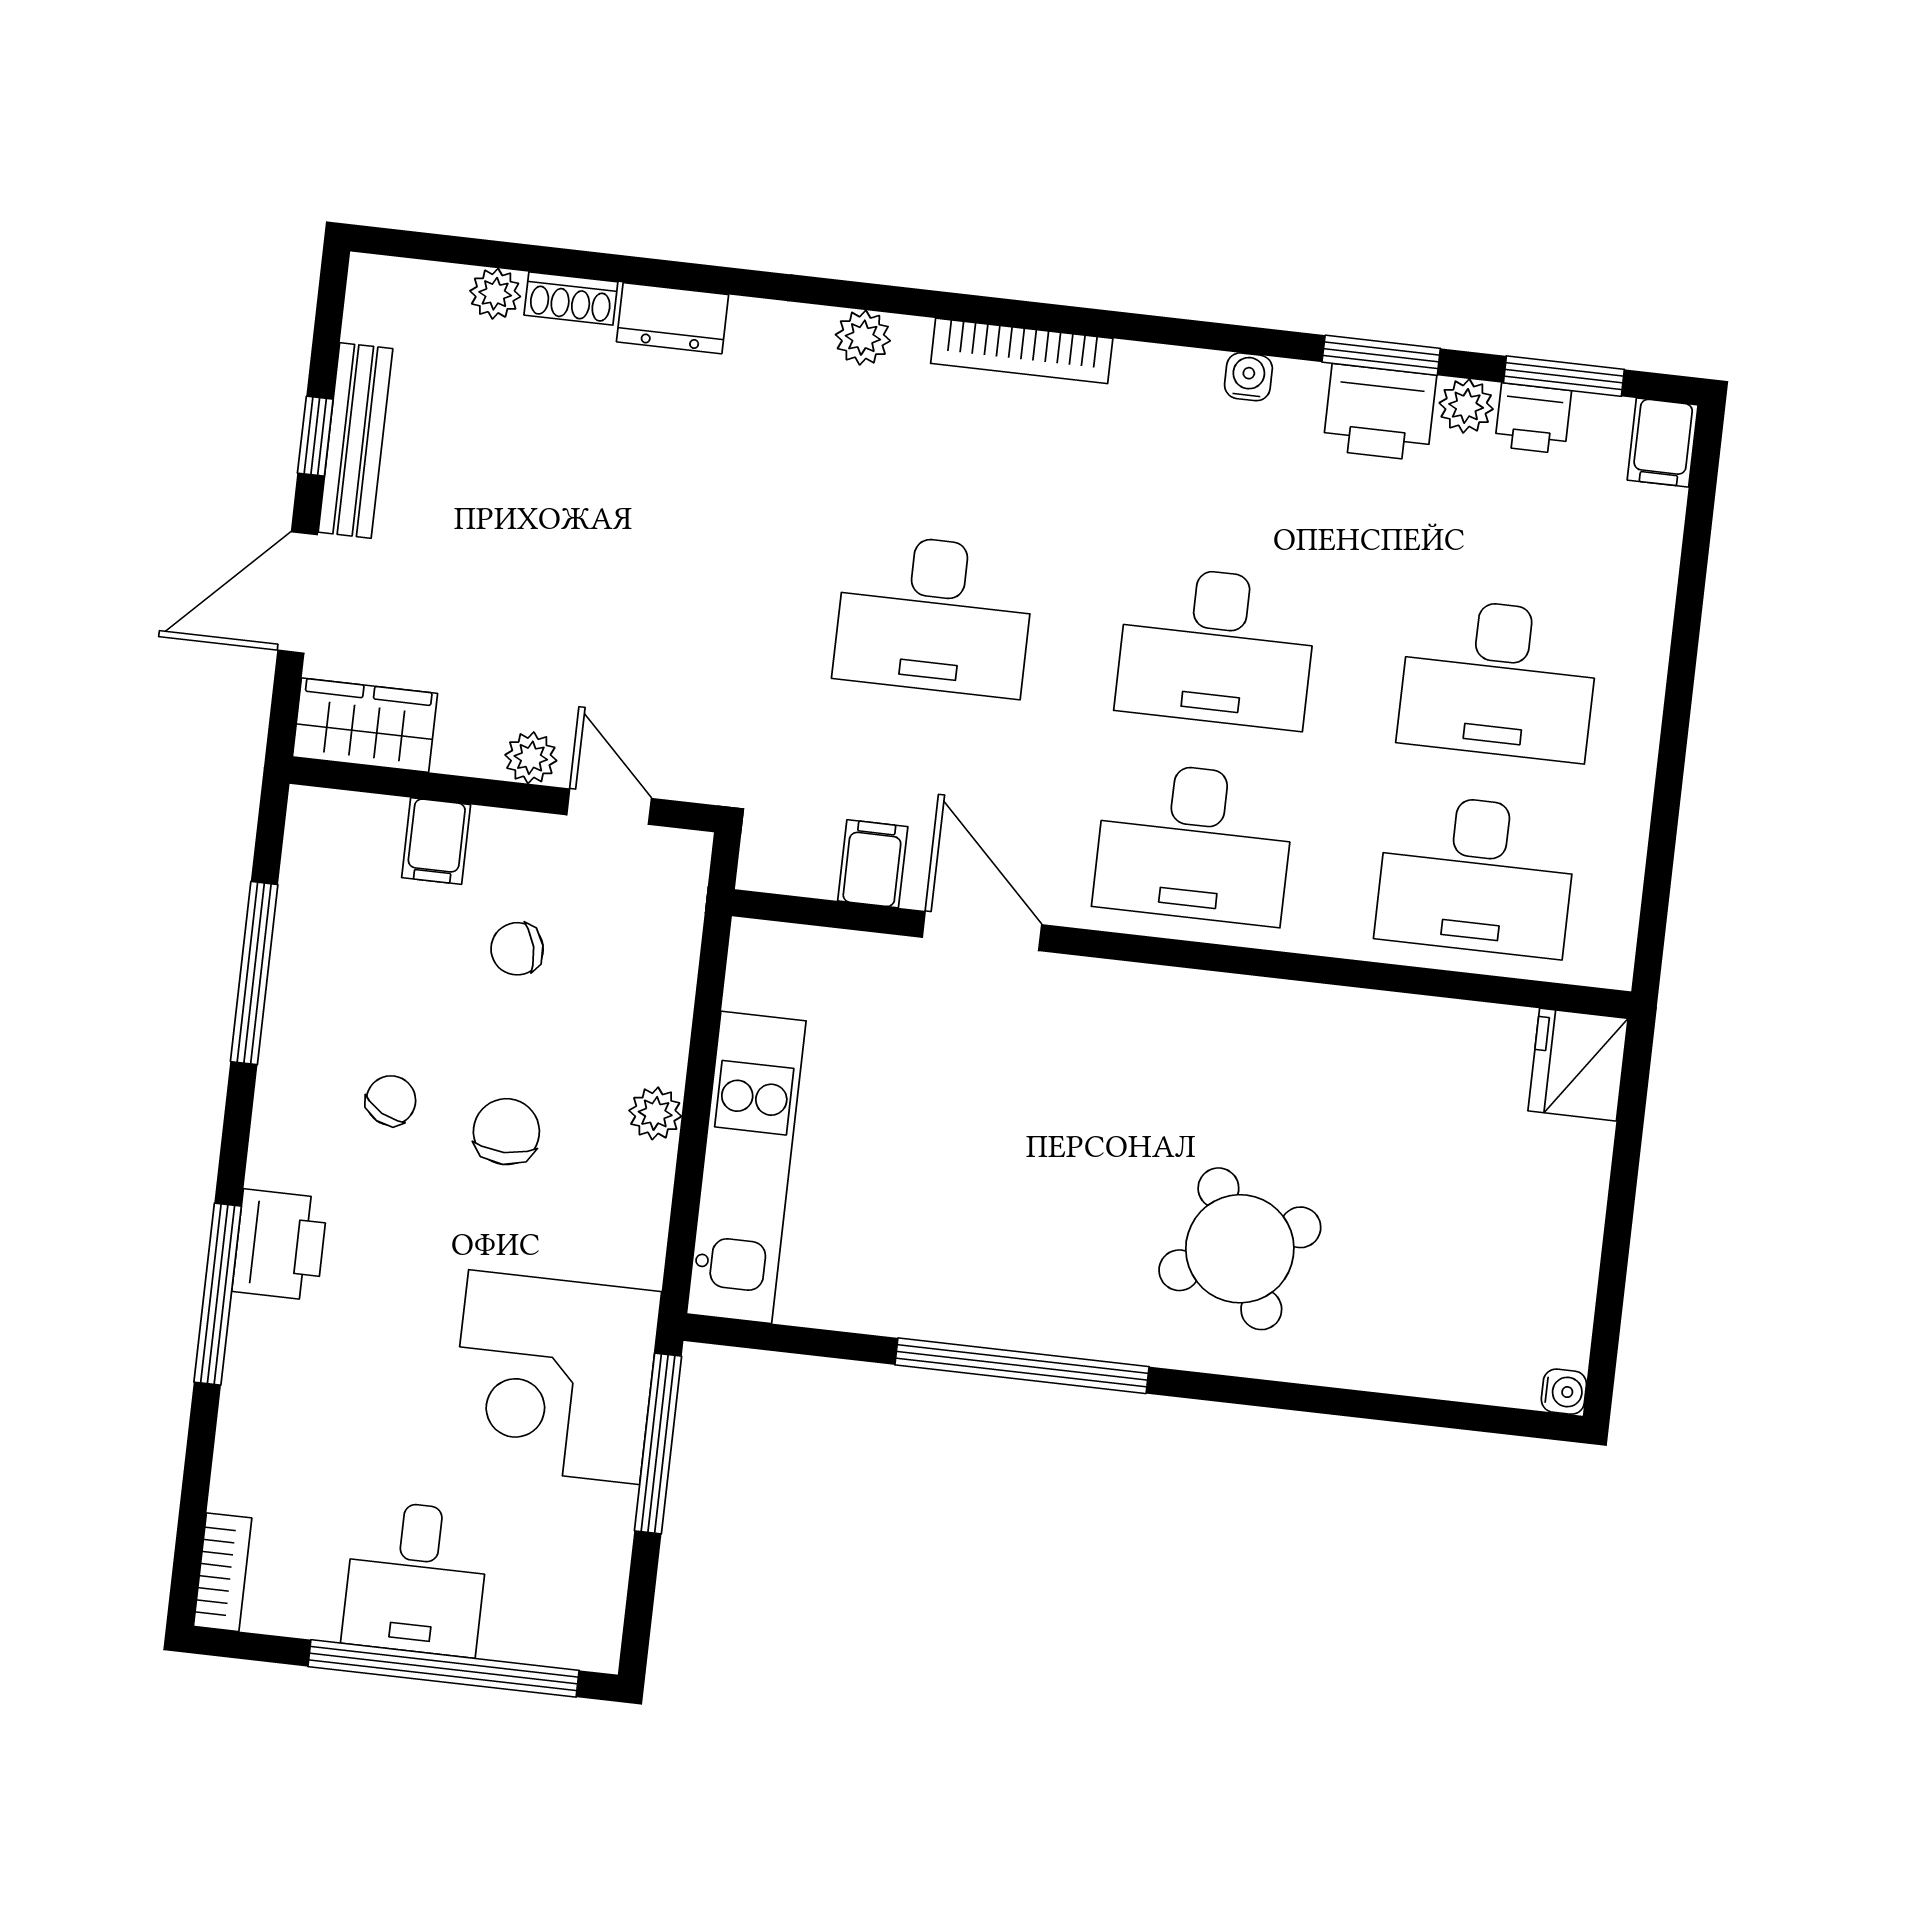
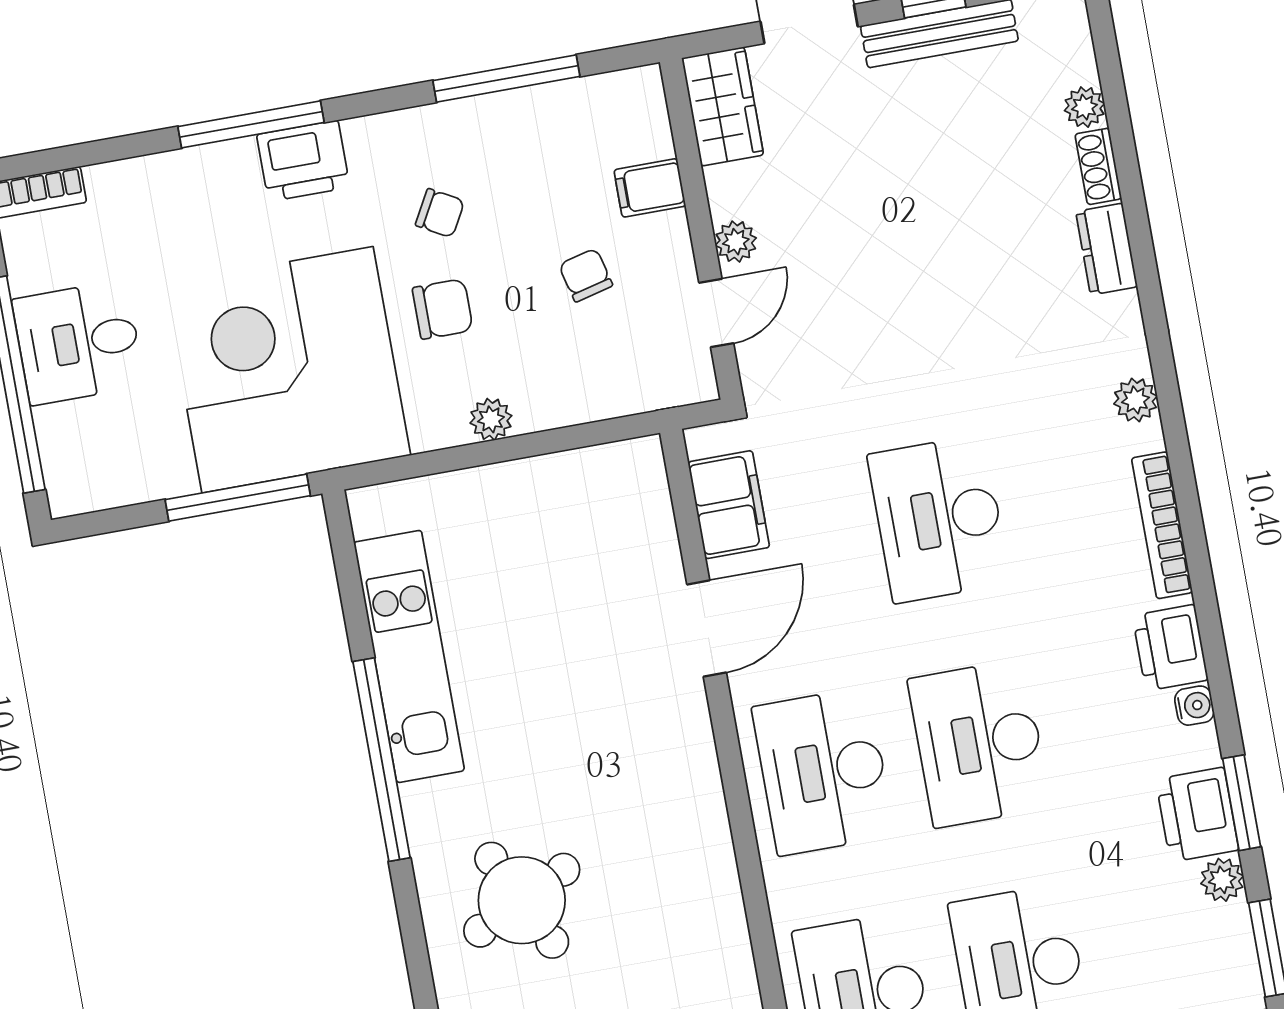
printer: (1533, 418) -> (1170, 648), moved, width x1.36, depth x1.24
filing cabinet: (873, 864) -> (729, 505), width x2.00
kitchen unit: (746, 1167) -> (409, 656), moved, turned -90
corner desk: (554, 1377) -> (287, 370), width x1.36, depth x1.36

